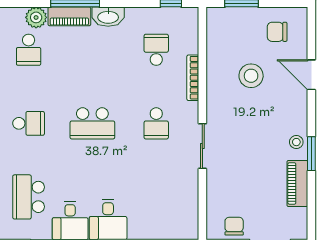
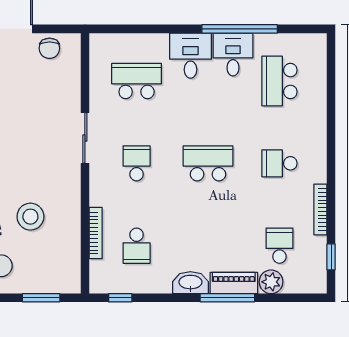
bookcase: (193, 78) -> (96, 233), moved
school desk: (29, 197) -> (279, 81), turned 180
school desk: (156, 197) -> (137, 81), added

